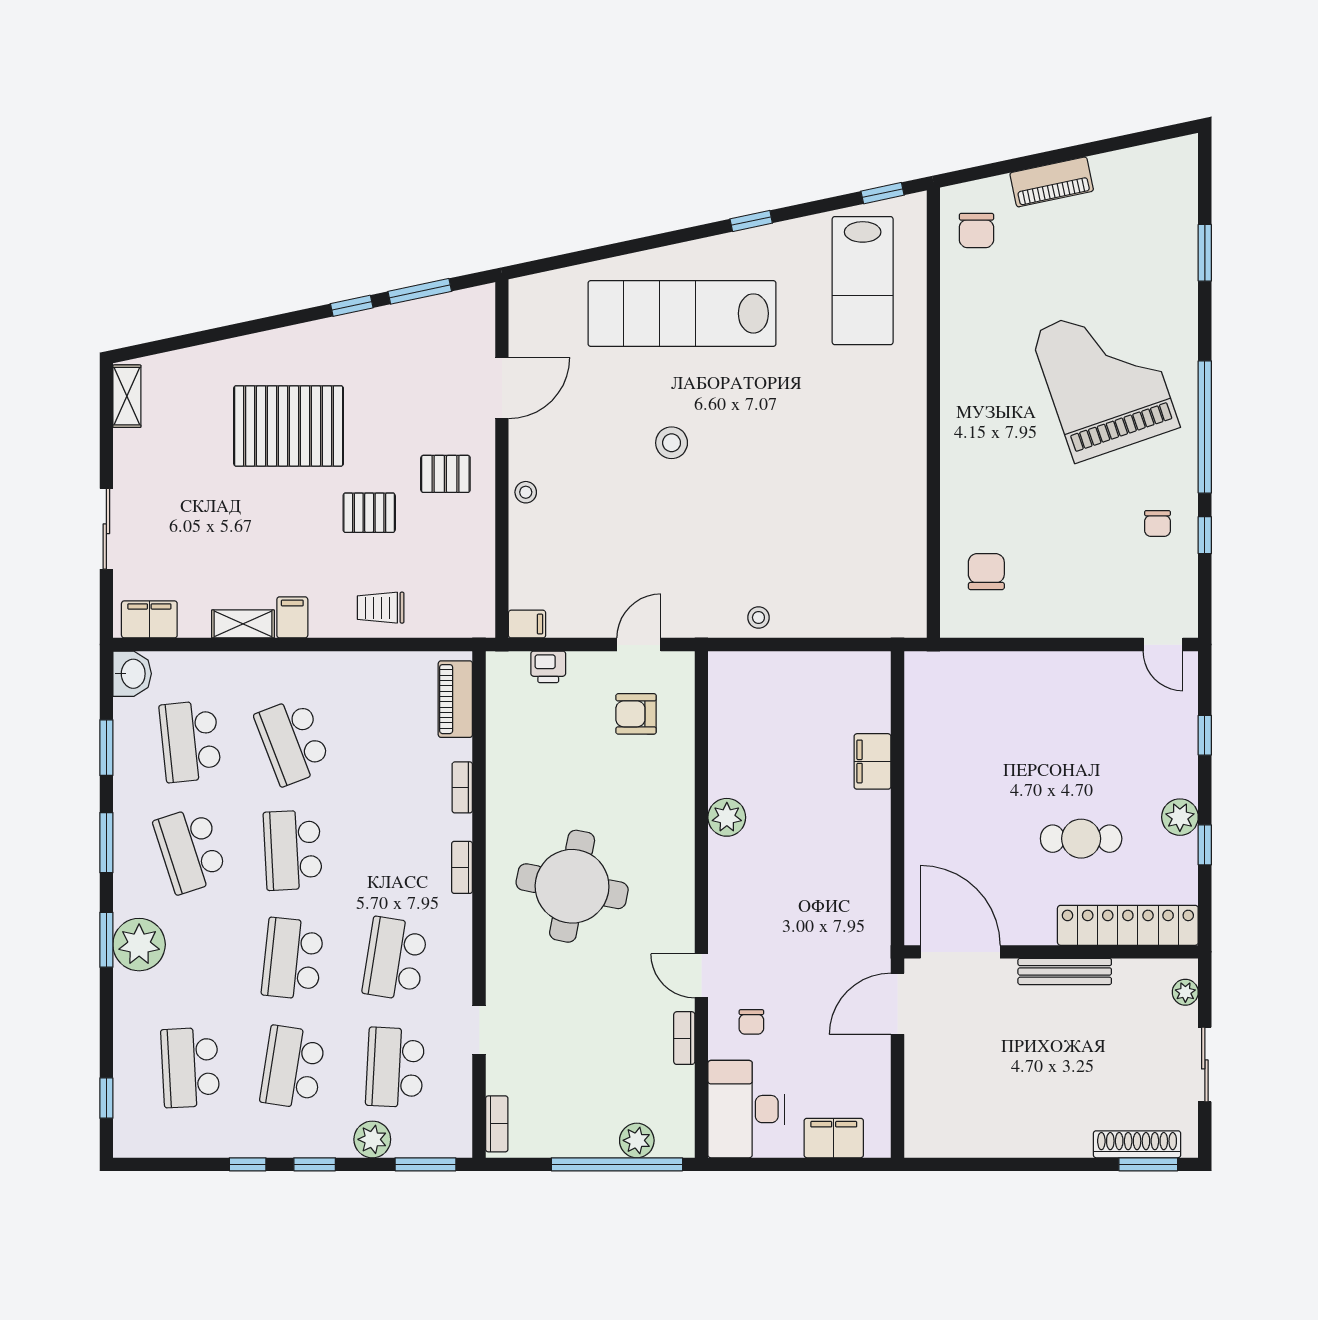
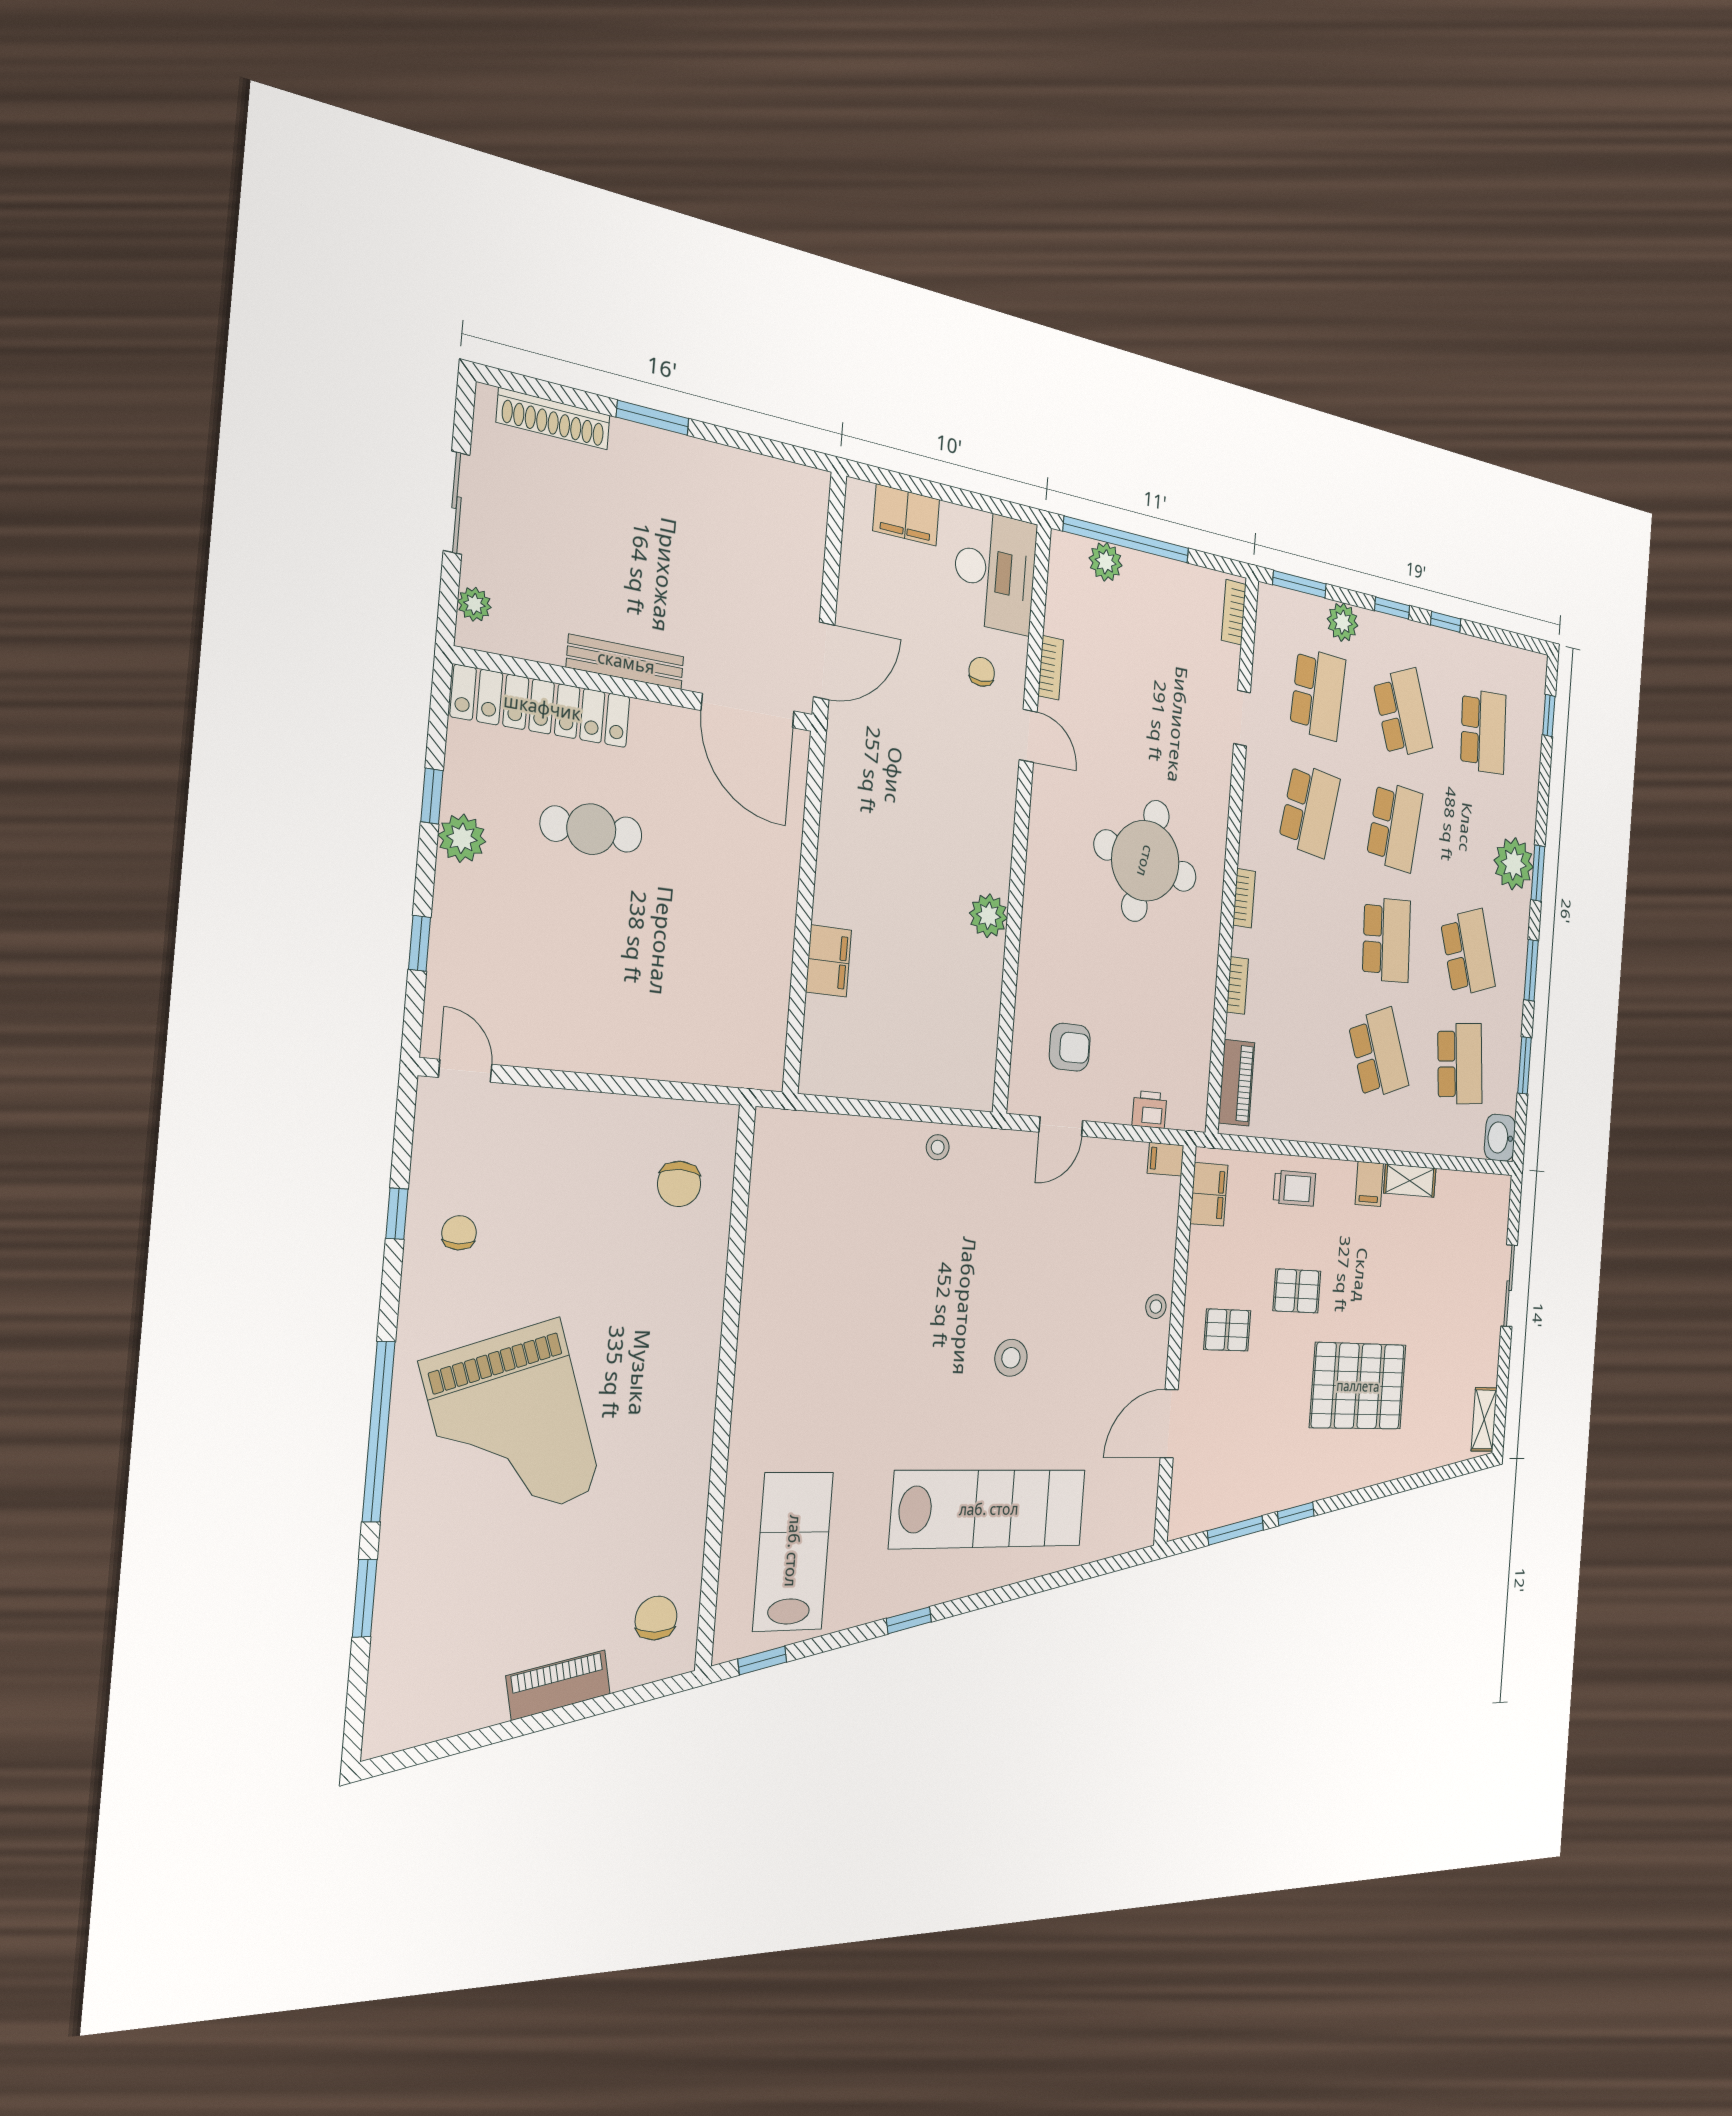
window: (1205, 427) -> (379, 1432), moved
filing cabinet: (149, 619) -> (1209, 1194), moved, turned -90
school desk: (293, 1067) -> (1403, 713), turned -30
window: (1148, 1164) -> (653, 418), moved

